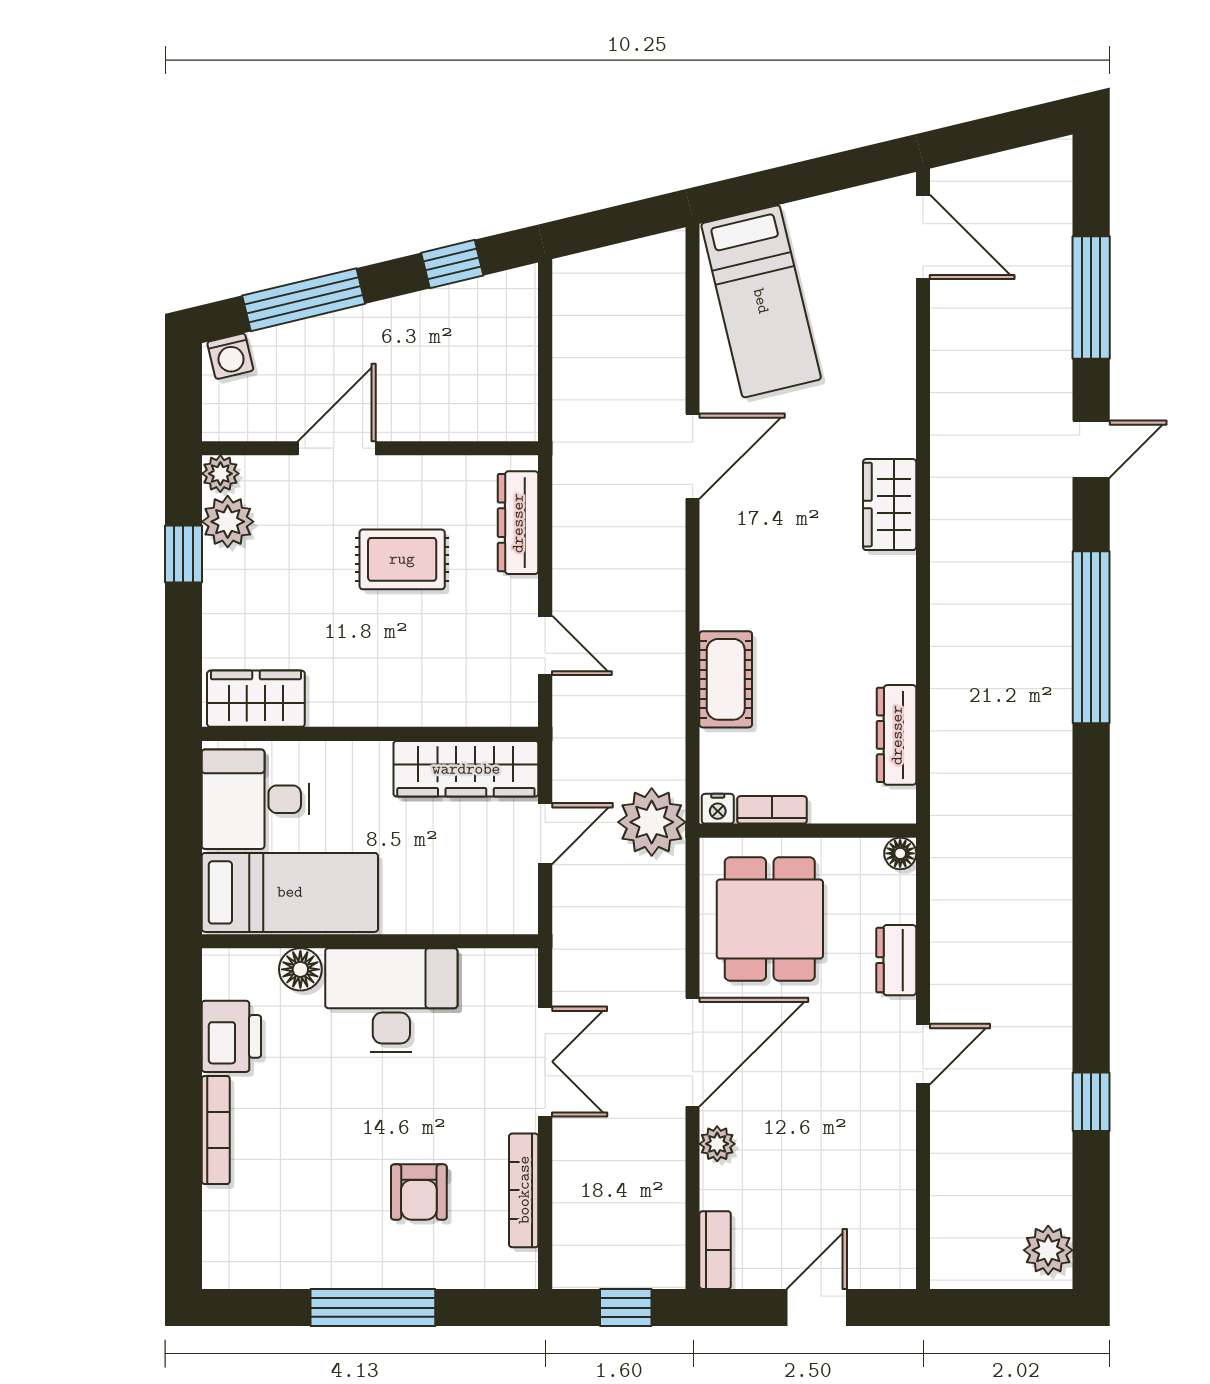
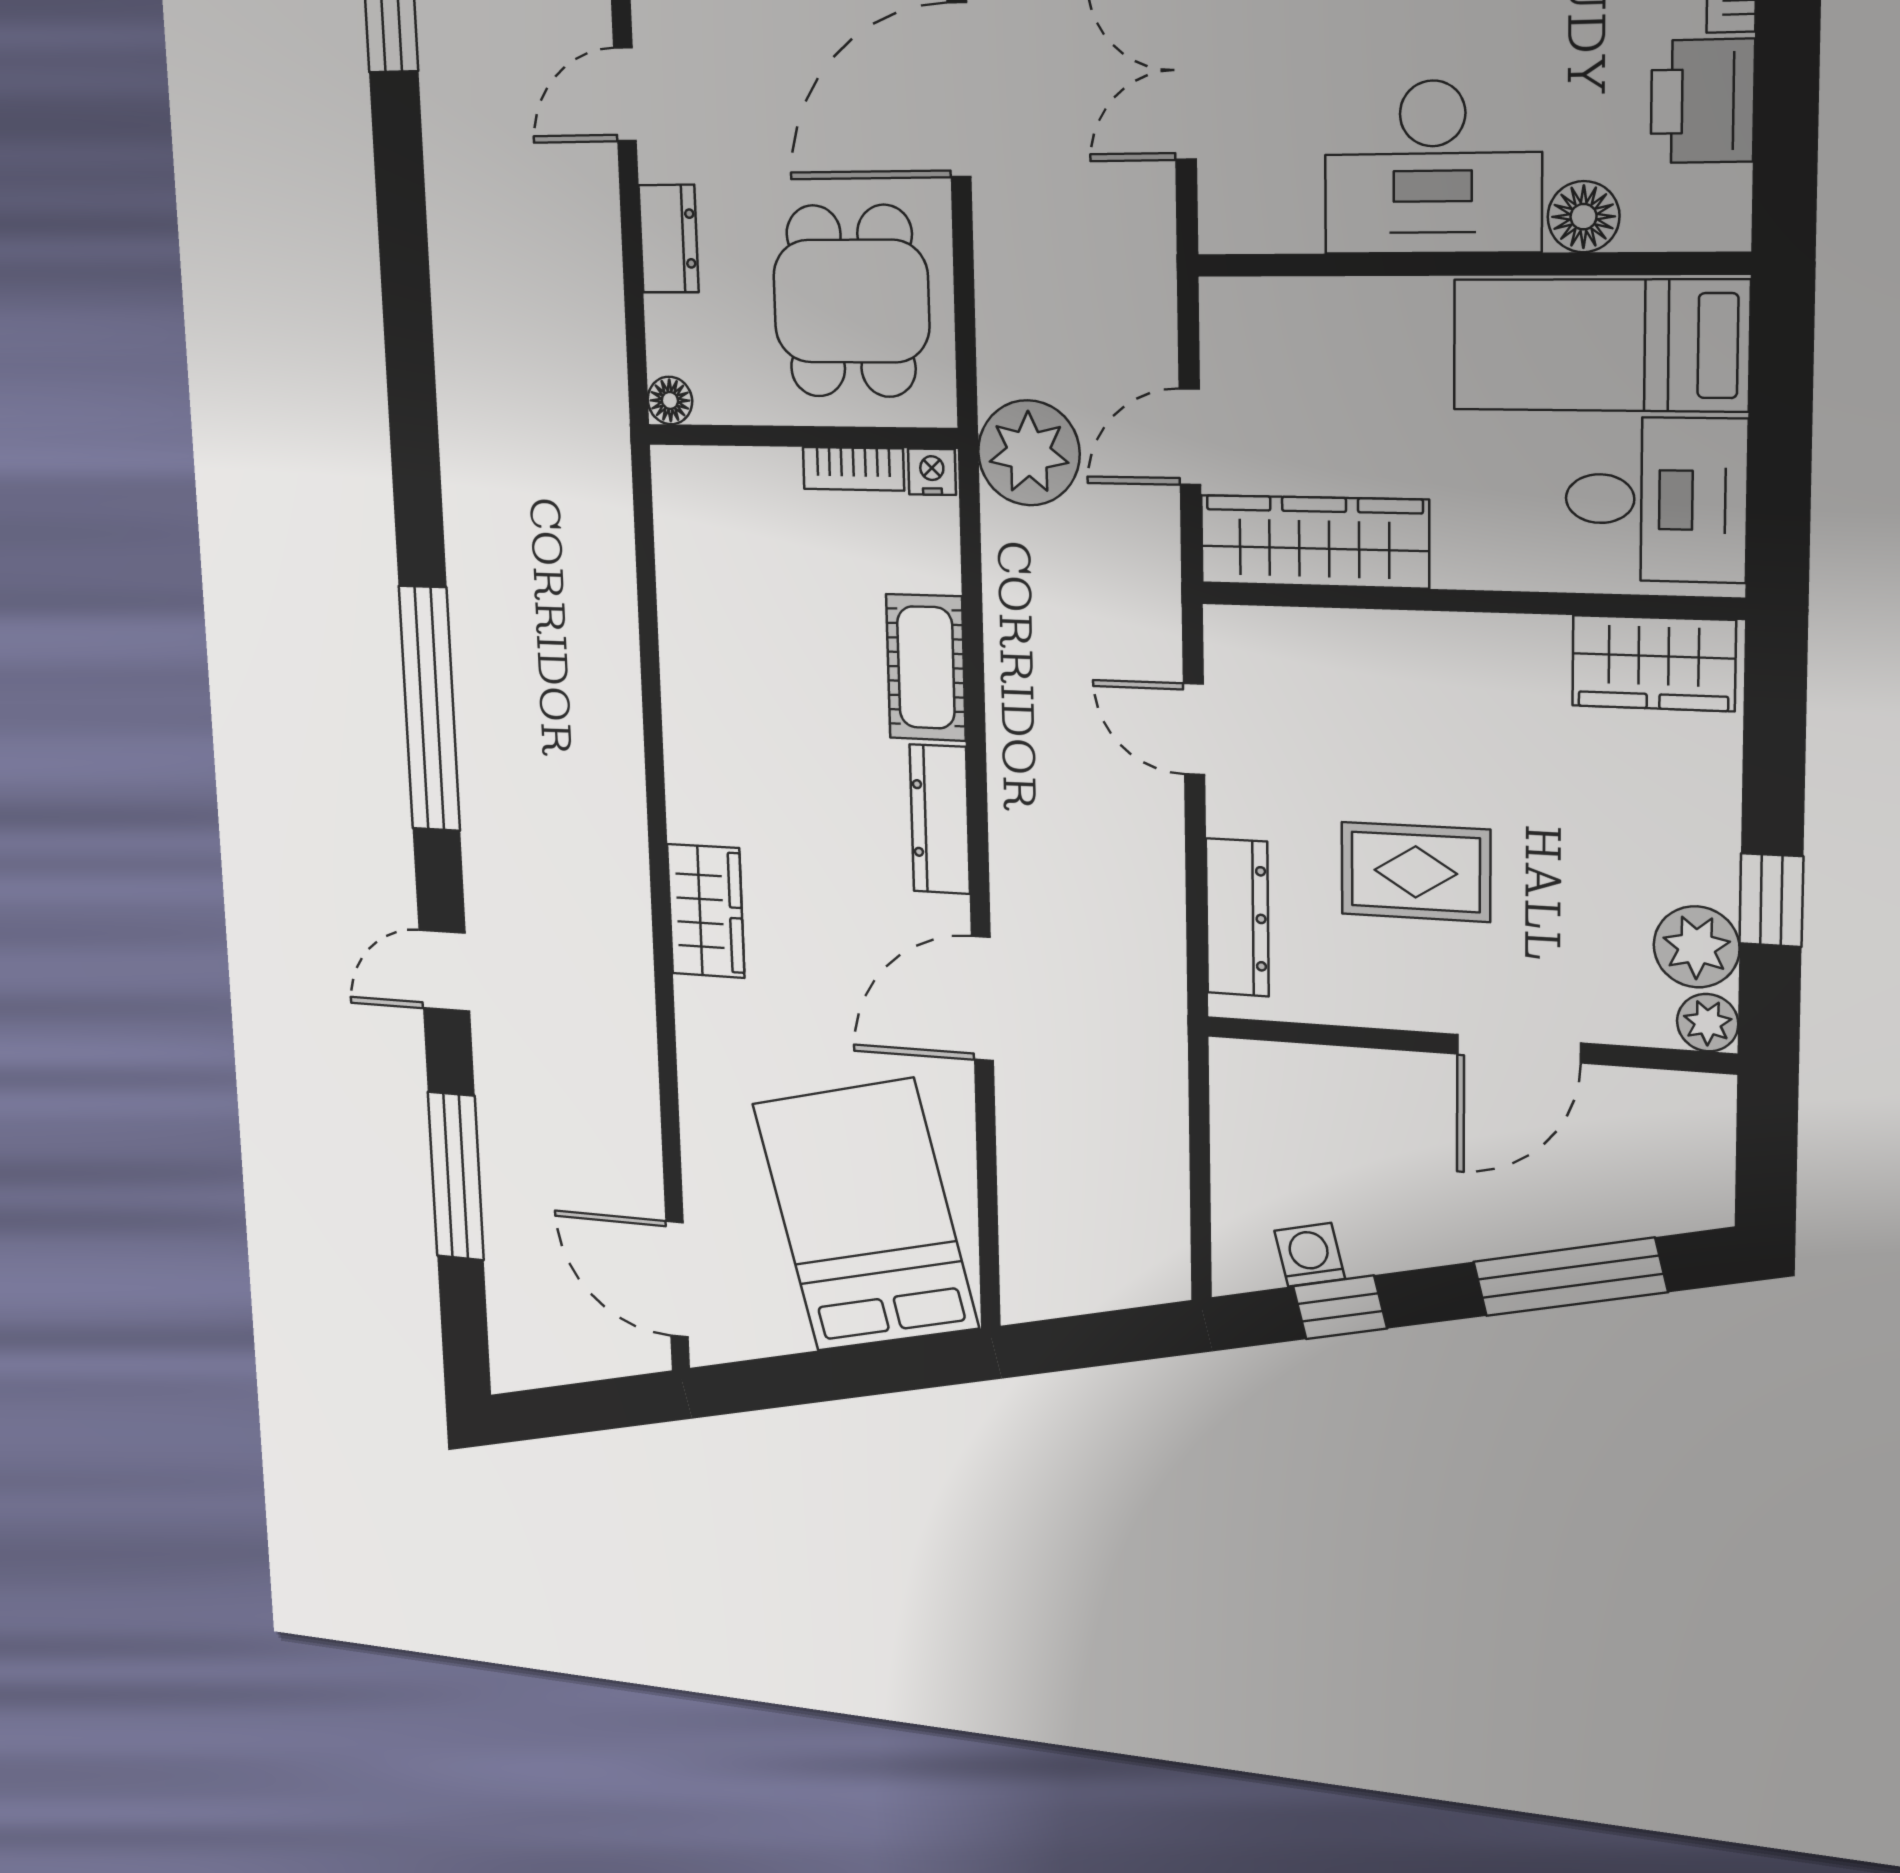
bed: (761, 301) -> (865, 1216), width x1.50
washing machine: (230, 356) -> (1310, 1255), moved
dresser: (897, 735) -> (940, 819), moved, turned 180

